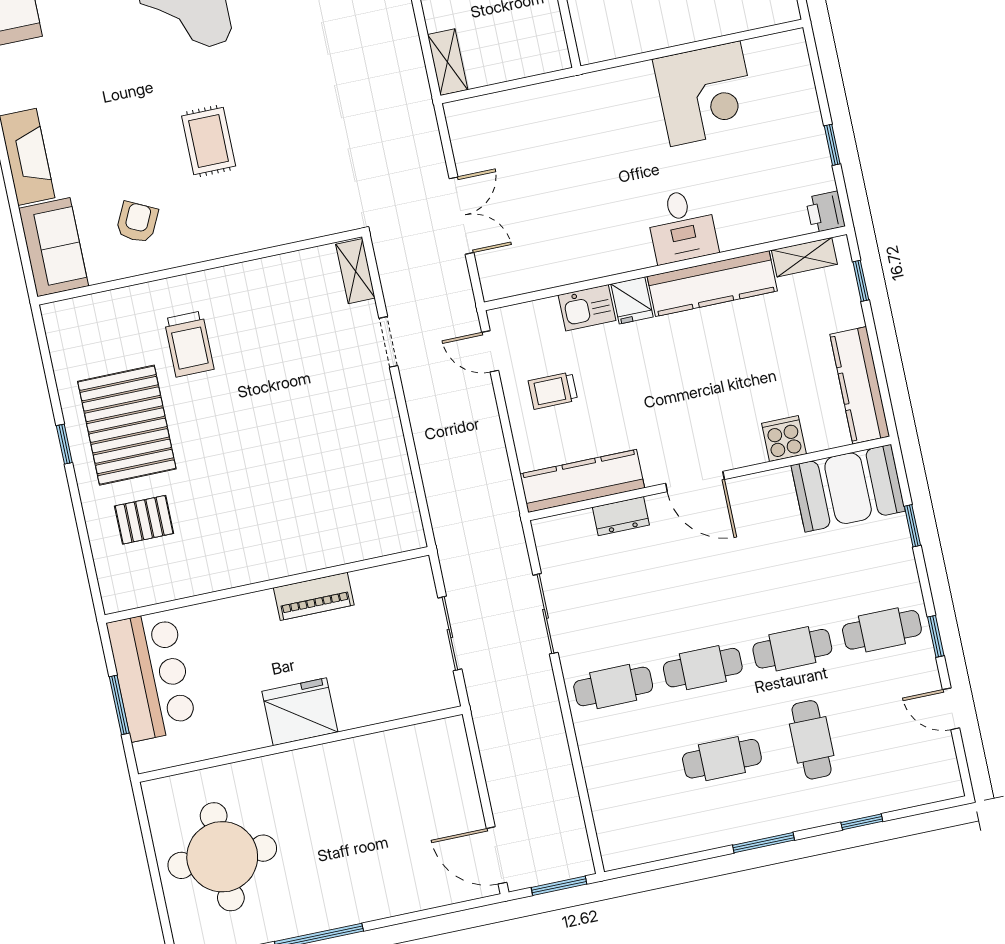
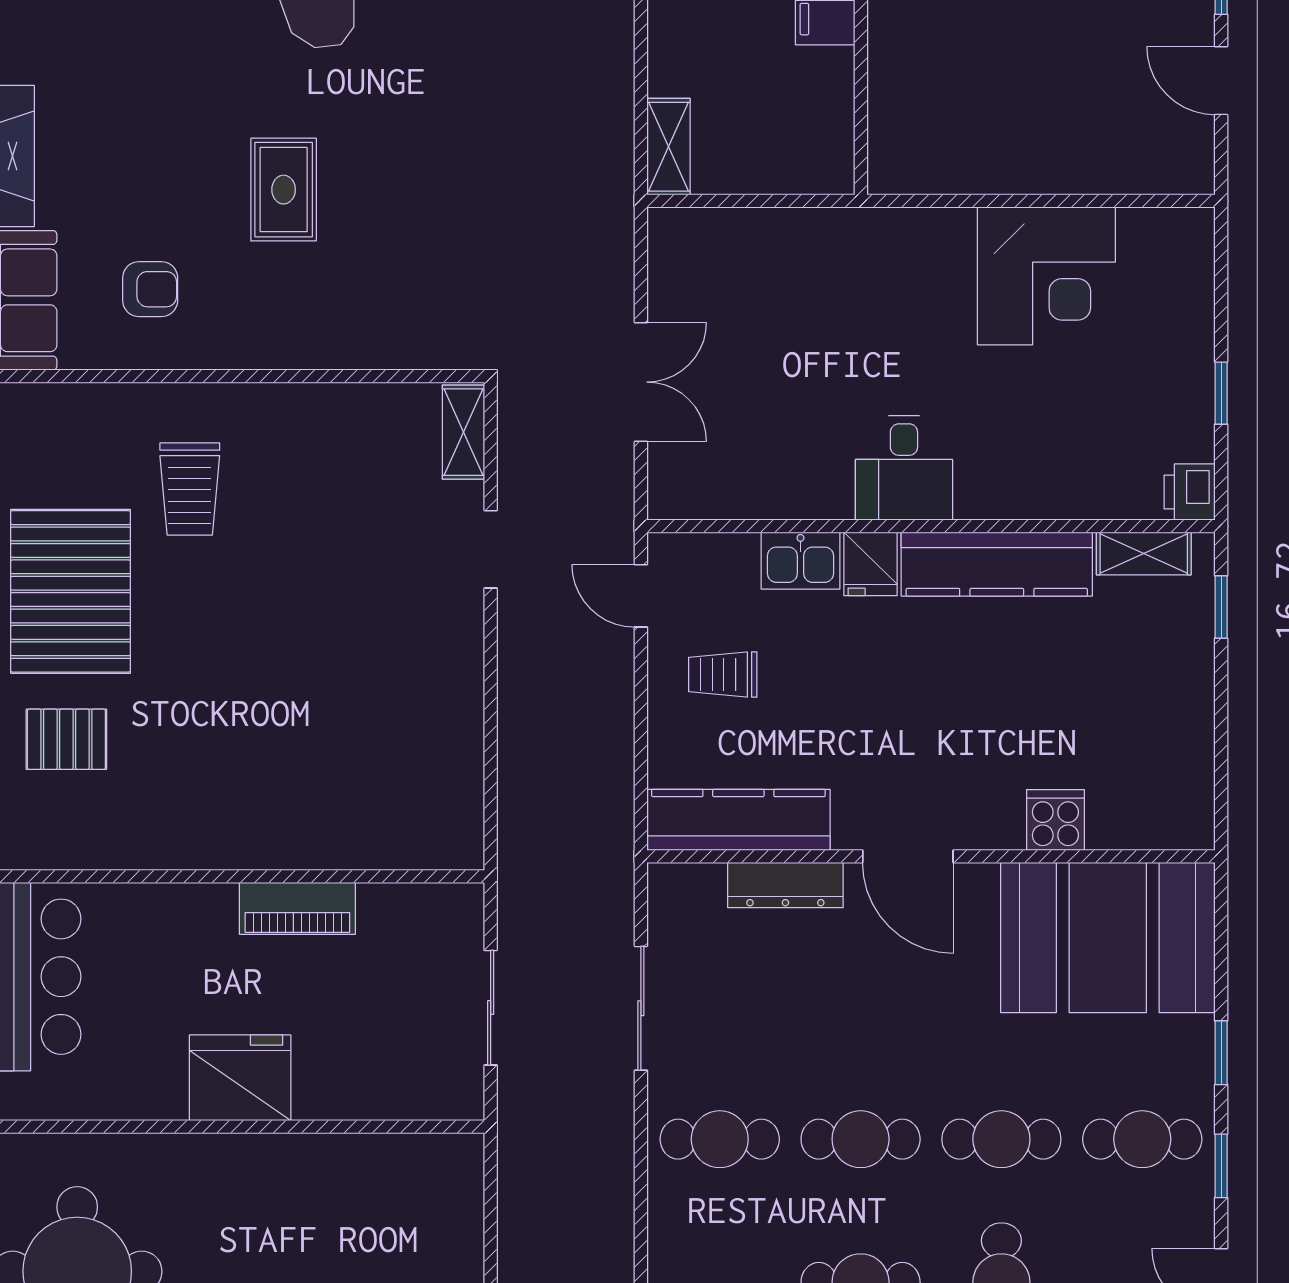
armchair: (137, 222) -> (150, 289), turned 64
desk: (682, 226) -> (904, 468), moved
kitchen counter: (860, 385) -> (1186, 764), removed
booth: (848, 488) -> (1108, 938), width x1.36, depth x1.42
dresser: (621, 516) -> (785, 885), width x1.44
window: (912, 526) -> (1221, 1053), moved

